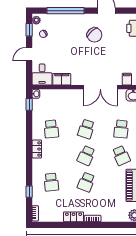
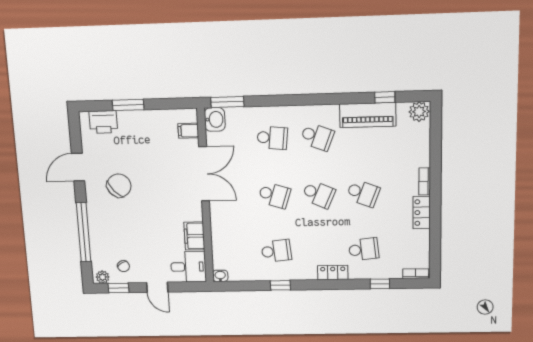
window: (29, 104) -> (280, 285), moved
locker: (37, 149) -> (333, 273), moved
school desk: (121, 156) -> (317, 137), turned 45

